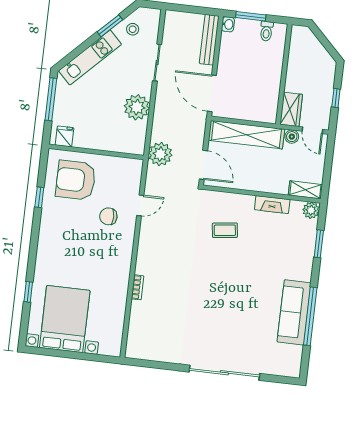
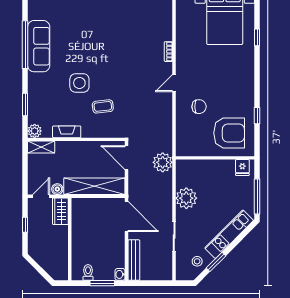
door: (312, 130) -> (41, 196), hinge flipped
door: (140, 205) -> (174, 83), moved
side table: (250, 262) -> (79, 83), added

